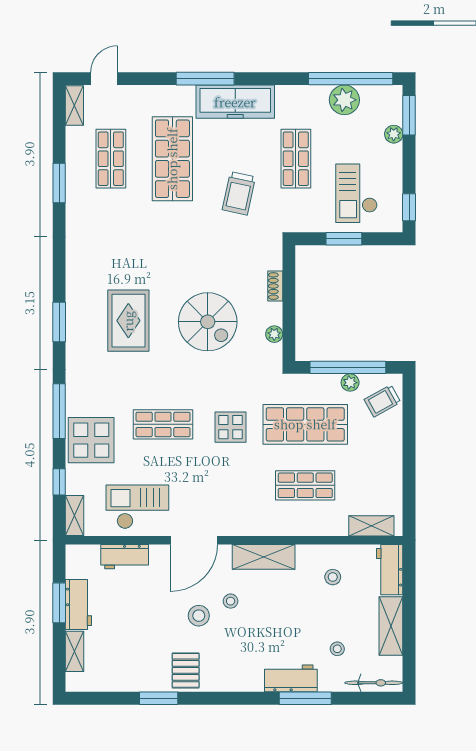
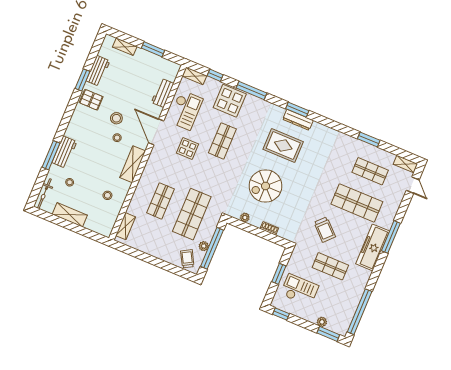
plant: (344, 100) -> (350, 304), removed
trolley: (239, 193) -> (325, 230), turned -148
dresser: (76, 314) -> (298, 120), added
display table: (230, 427) -> (188, 148), moved
workbench: (390, 570) -> (99, 226), removed
workbench: (78, 604) -> (98, 71), moved, turned -90

